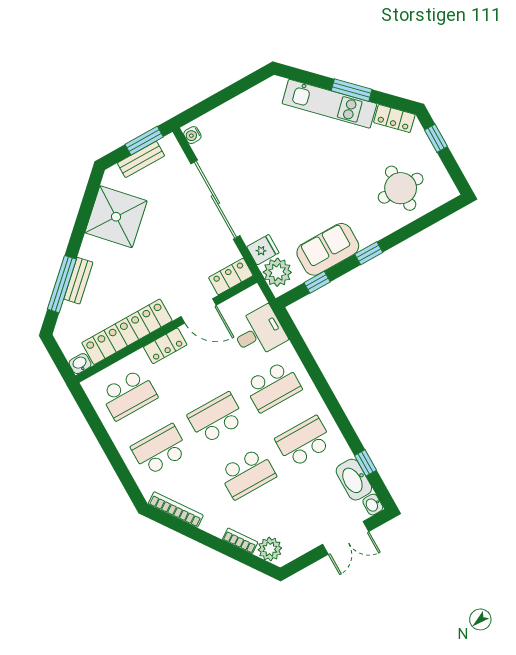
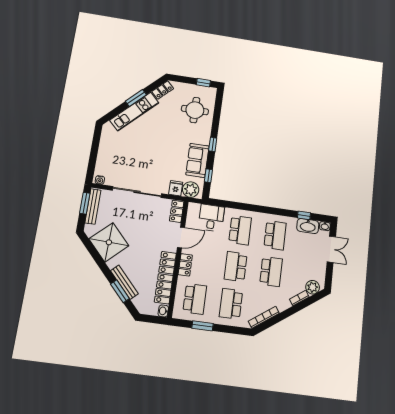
window: (436, 138) -> (203, 83), moved
bench: (141, 159) -> (93, 206), width x1.36
bench: (78, 281) -> (124, 282), width x1.36
window: (62, 284) -> (120, 291), width x0.69
window: (100, 433) -> (203, 326), added
school desk: (304, 442) -> (275, 235), turned 180

